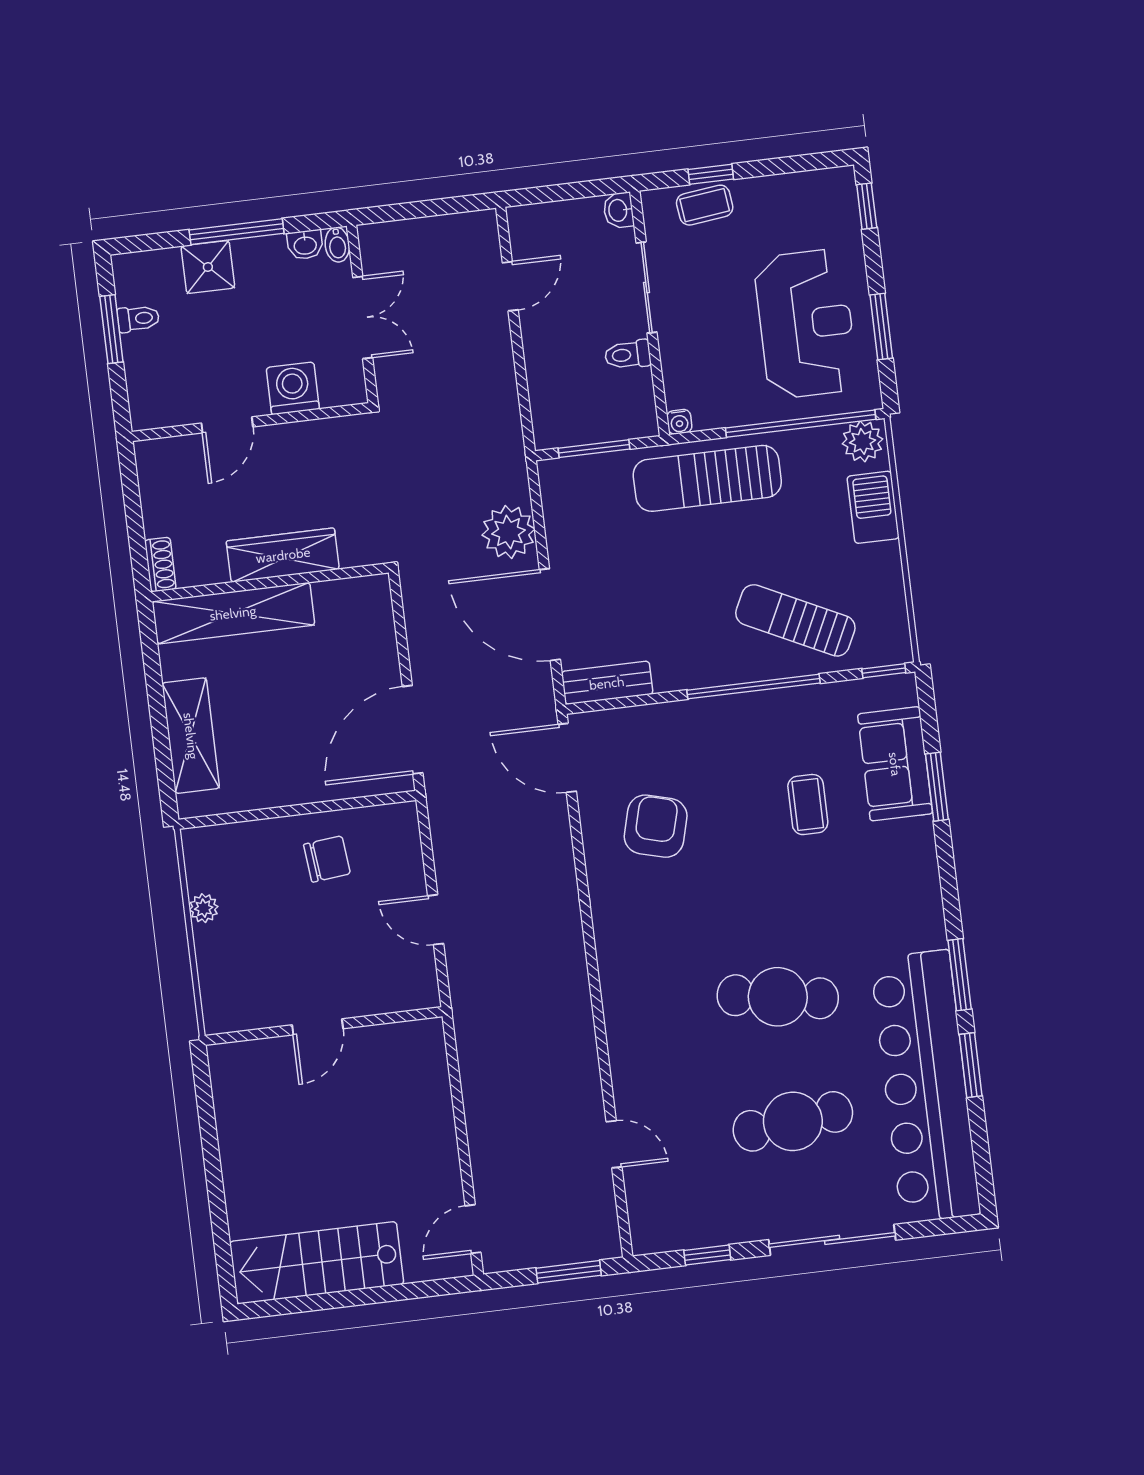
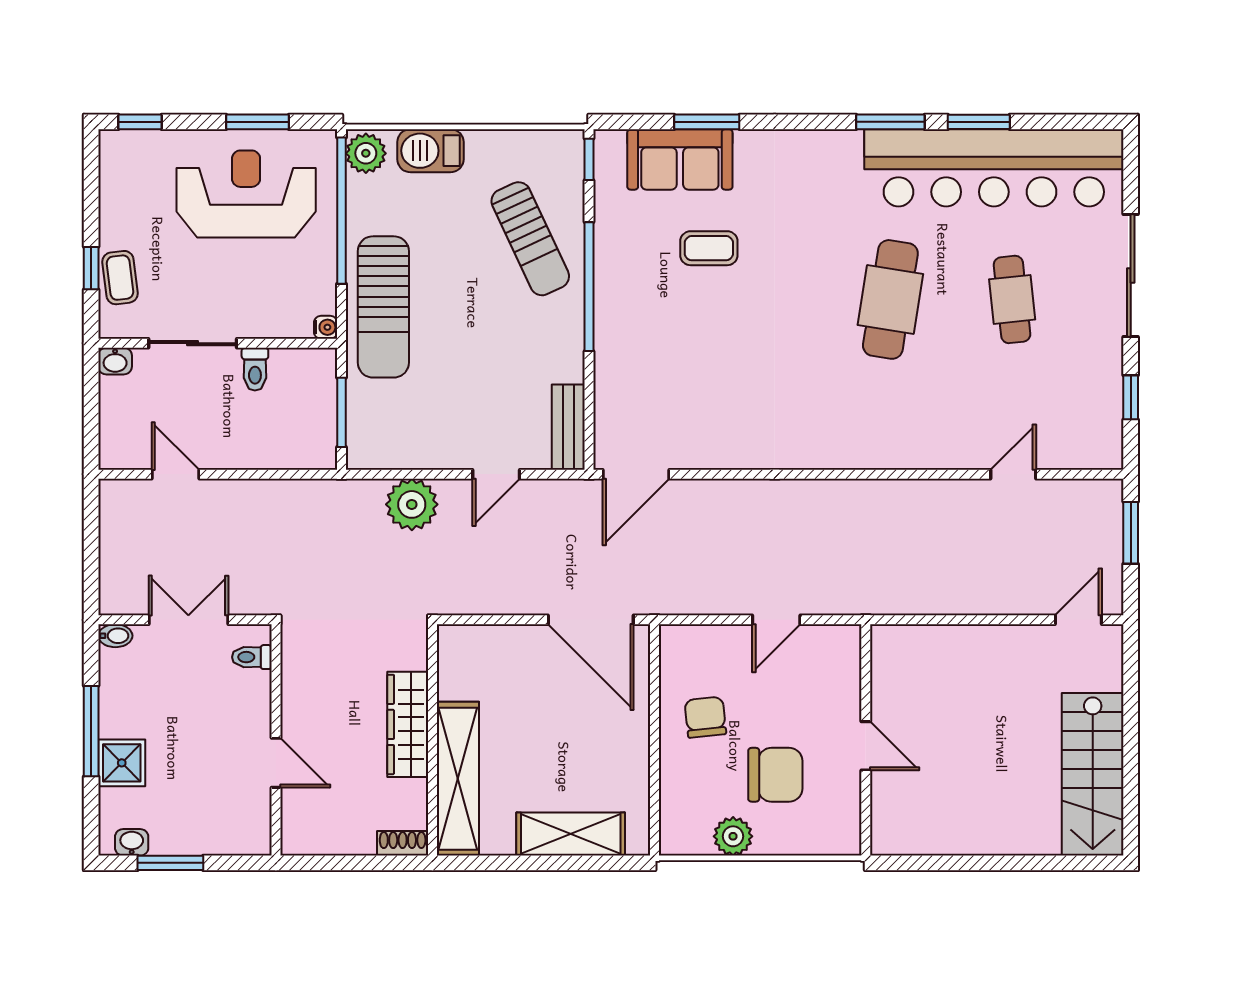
washbasin: (305, 245) -> (132, 842), moved, turned -90
toilet: (138, 319) -> (252, 657), moved, turned -90
washing machine: (293, 388) -> (248, 695), removed
door: (550, 615) -> (496, 474), width x0.53
sun lounger: (795, 620) -> (530, 239), turned -51
armchair: (656, 826) -> (712, 397), removed
plant: (204, 908) -> (733, 836), width x1.38, depth x1.38
chair: (277, 938) -> (775, 775), added
cafe table: (793, 1121) -> (1012, 299), width x0.73, depth x0.74
door: (473, 1229) -> (1078, 620), swing flipped

